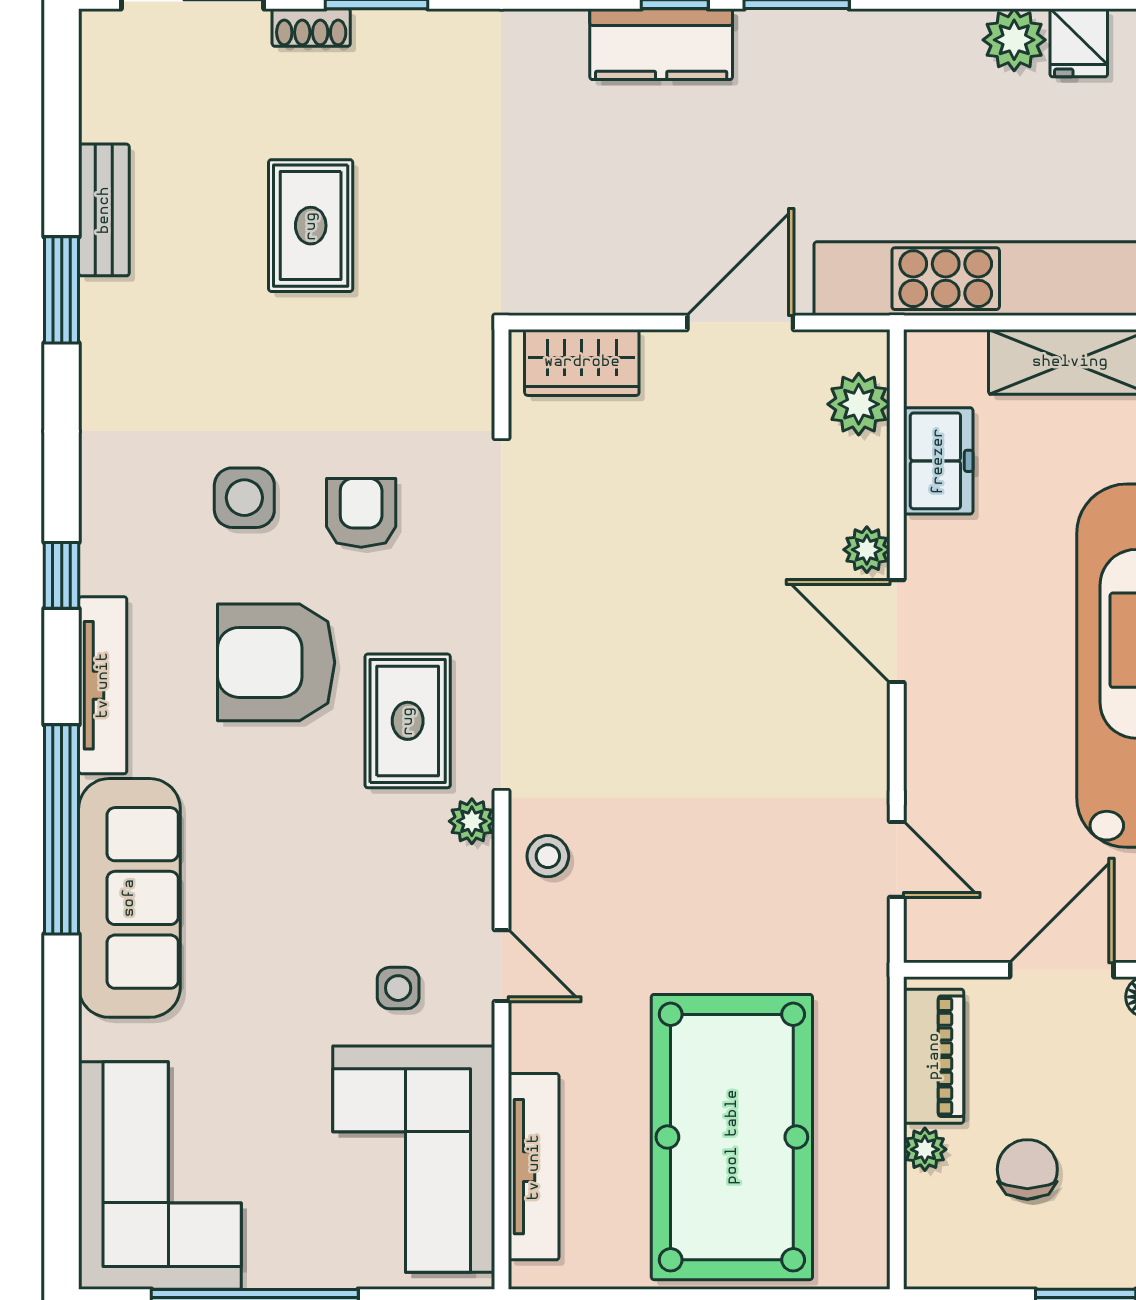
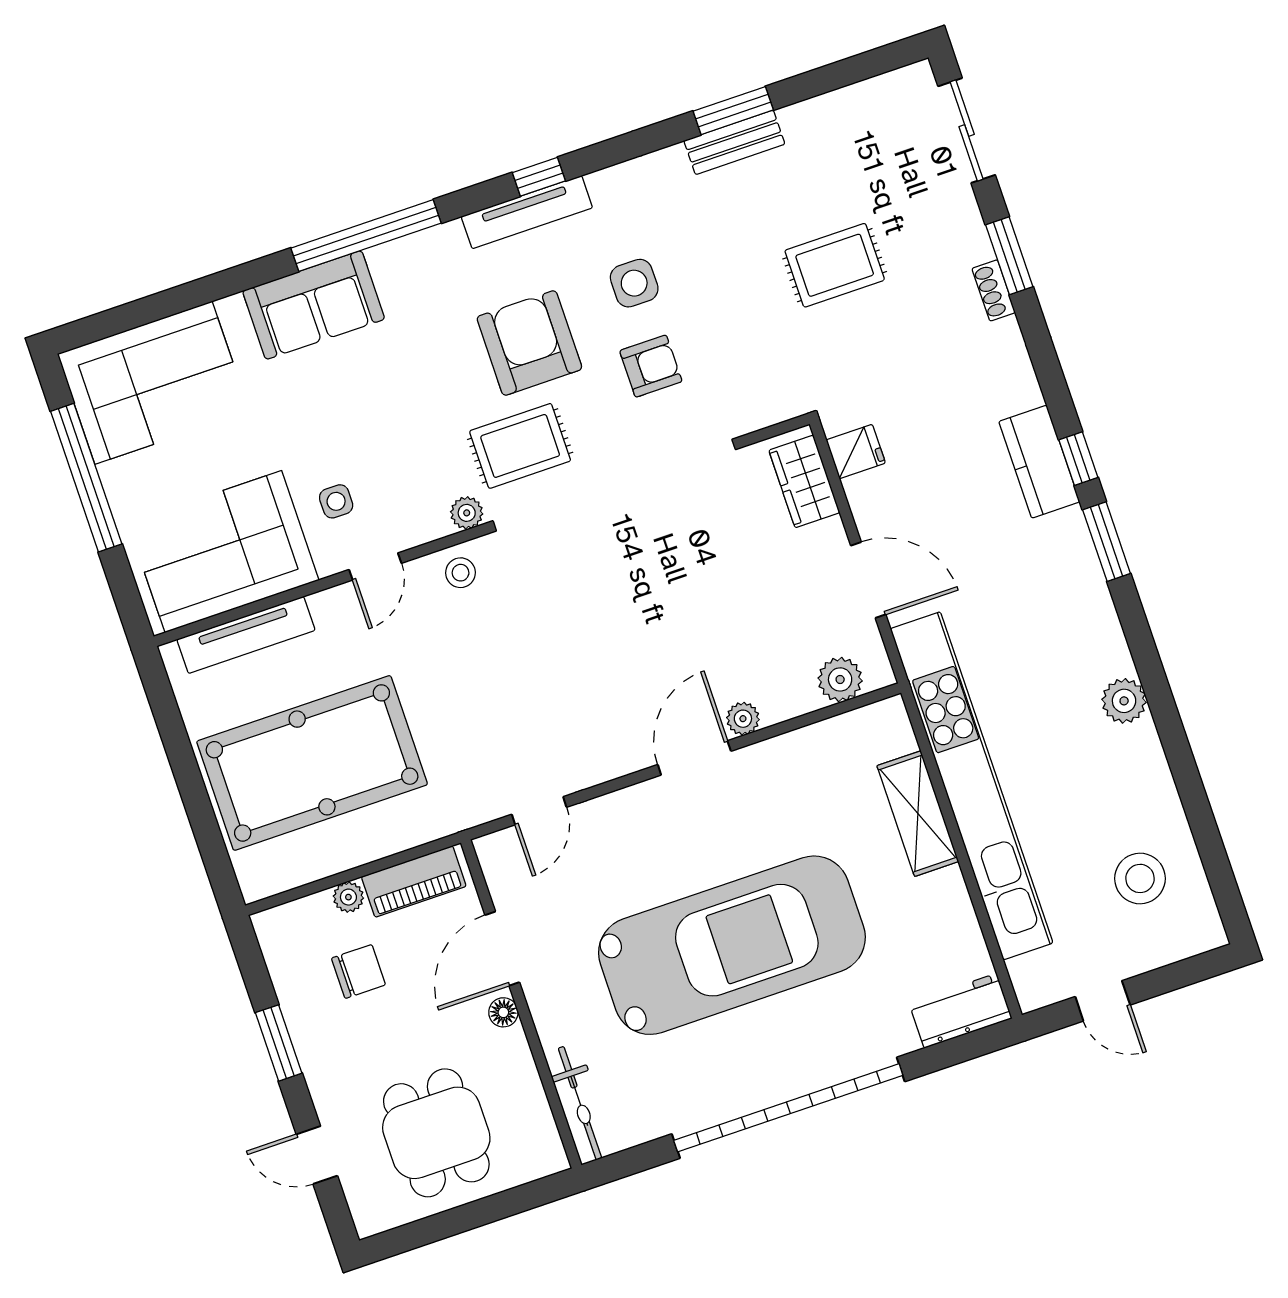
shoe rack: (311, 27) -> (994, 290), moved
fridge: (1079, 43) -> (856, 451), moved, turned 180
bench: (104, 210) -> (734, 142), moved
freezer: (938, 461) -> (820, 747), removed
tv unit: (103, 685) -> (527, 212), moved
sofa: (129, 898) -> (314, 305), width x0.73
door: (1062, 970) -> (502, 949), swing flipped

